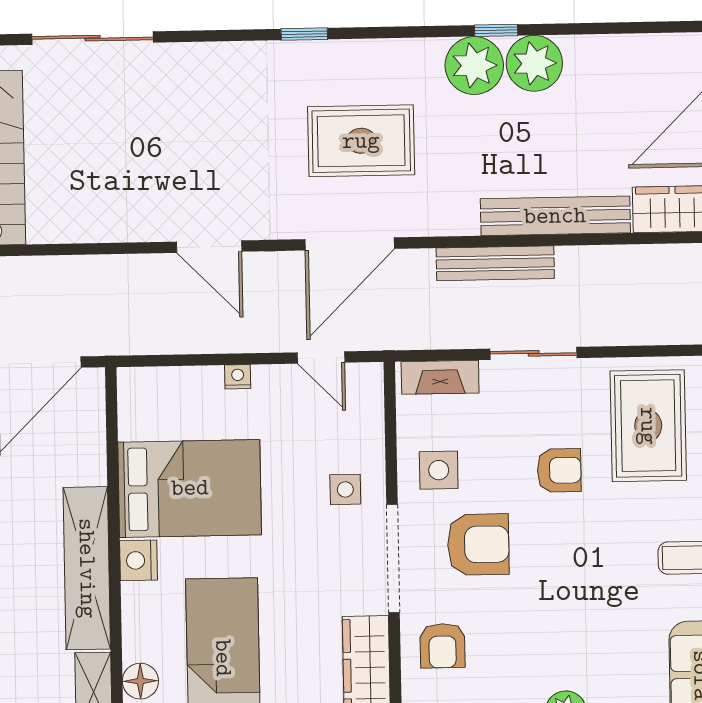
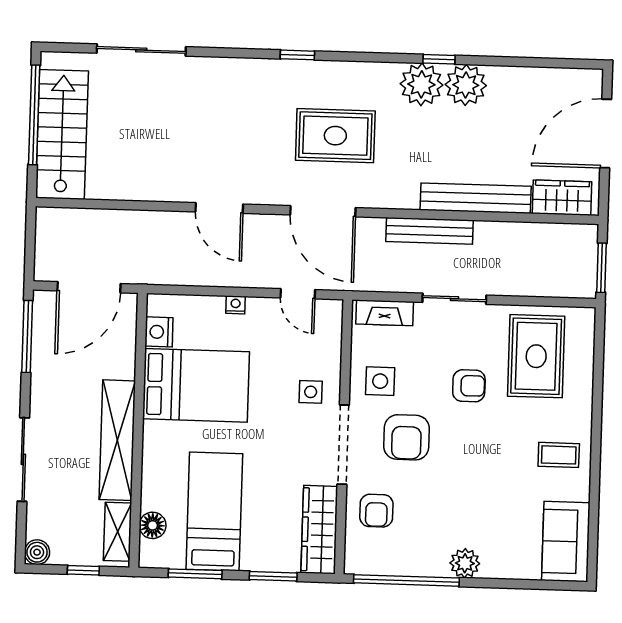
door: (350, 244) -> (323, 211), hinge flipped
armchair: (478, 544) -> (407, 437), turned 90
nightstand: (138, 560) -> (159, 332), moved

